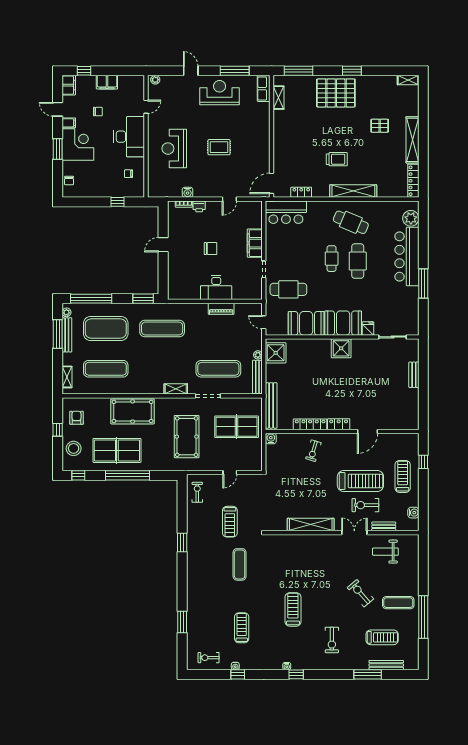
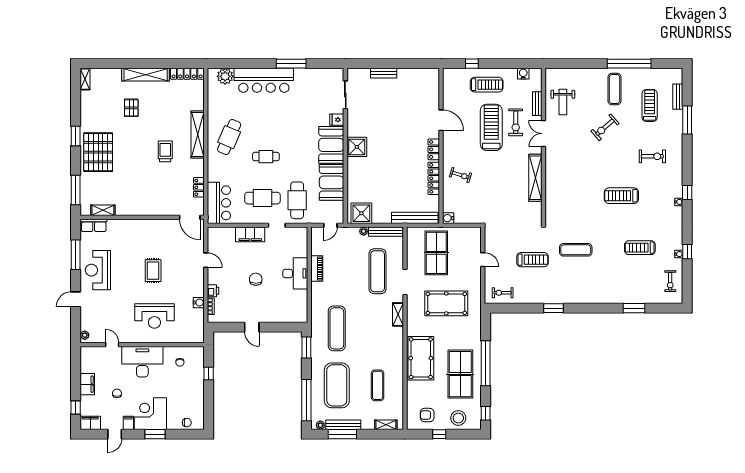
cafe table: (358, 261) -> (262, 198), moved
exercise mat: (106, 369) -> (378, 385), width x0.73, depth x0.69
treadmill: (403, 476) -> (487, 85), turned 180
bench: (386, 665) -> (678, 97), width x0.73

